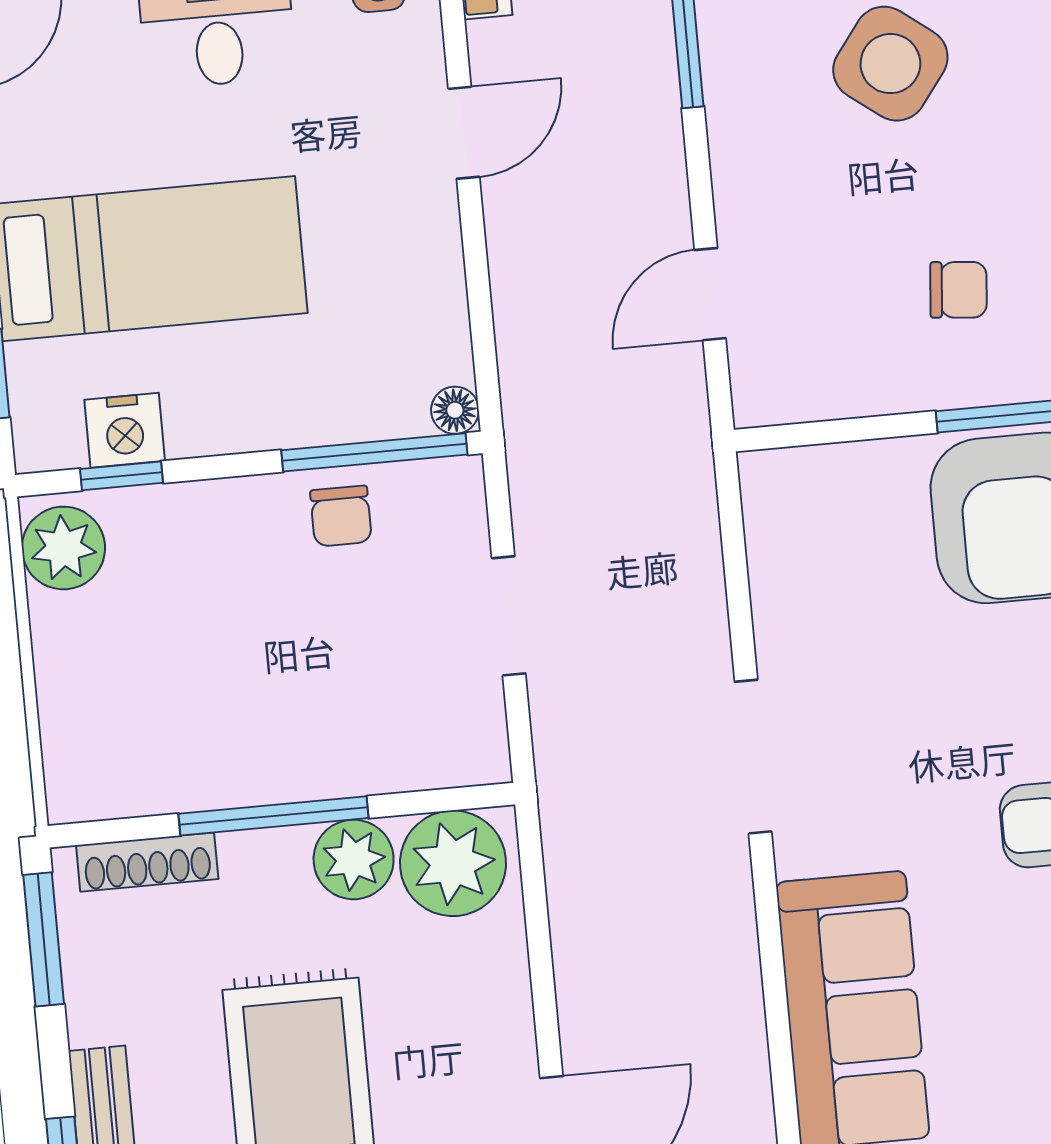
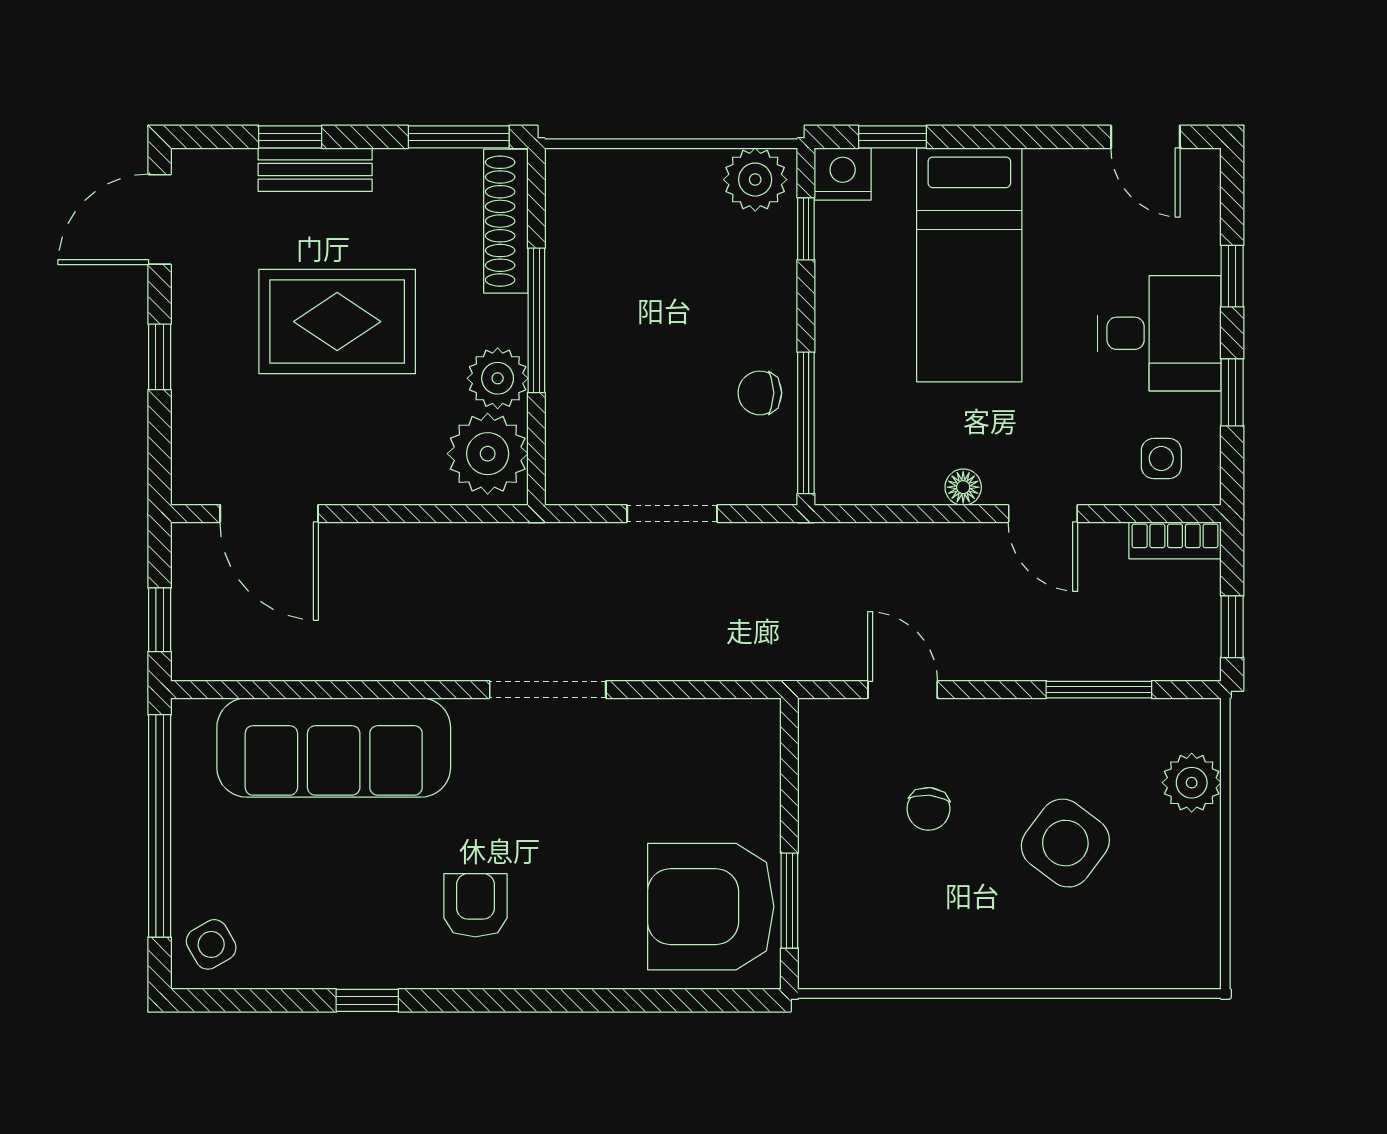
chair: (958, 290) -> (928, 809), moved
floor lamp: (455, 410) -> (963, 487), moved
nightstand: (125, 430) -> (843, 174), moved, turned 90
shoe rack: (147, 862) -> (506, 221), width x1.36, depth x1.24

